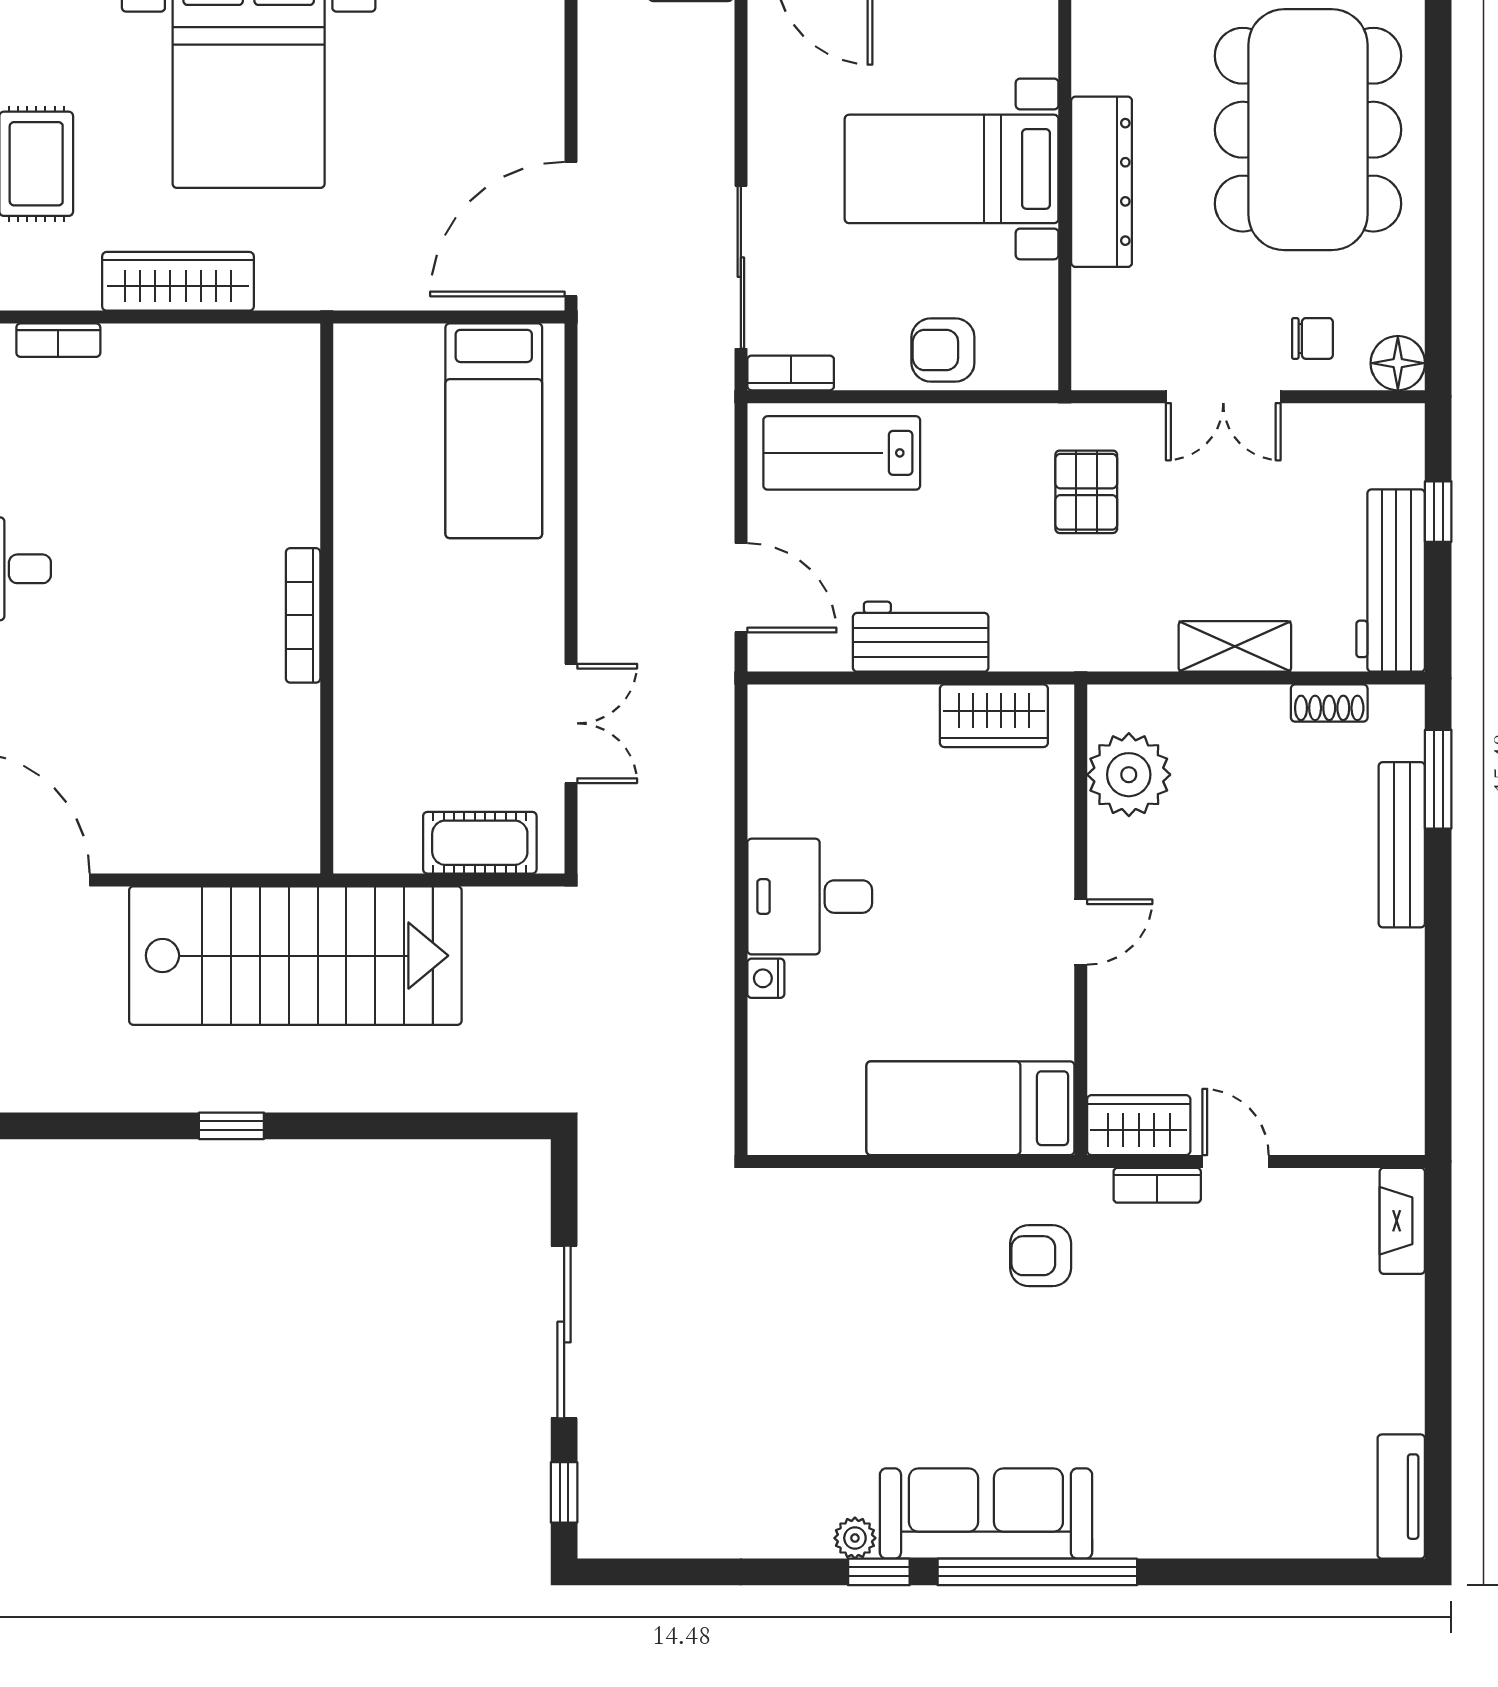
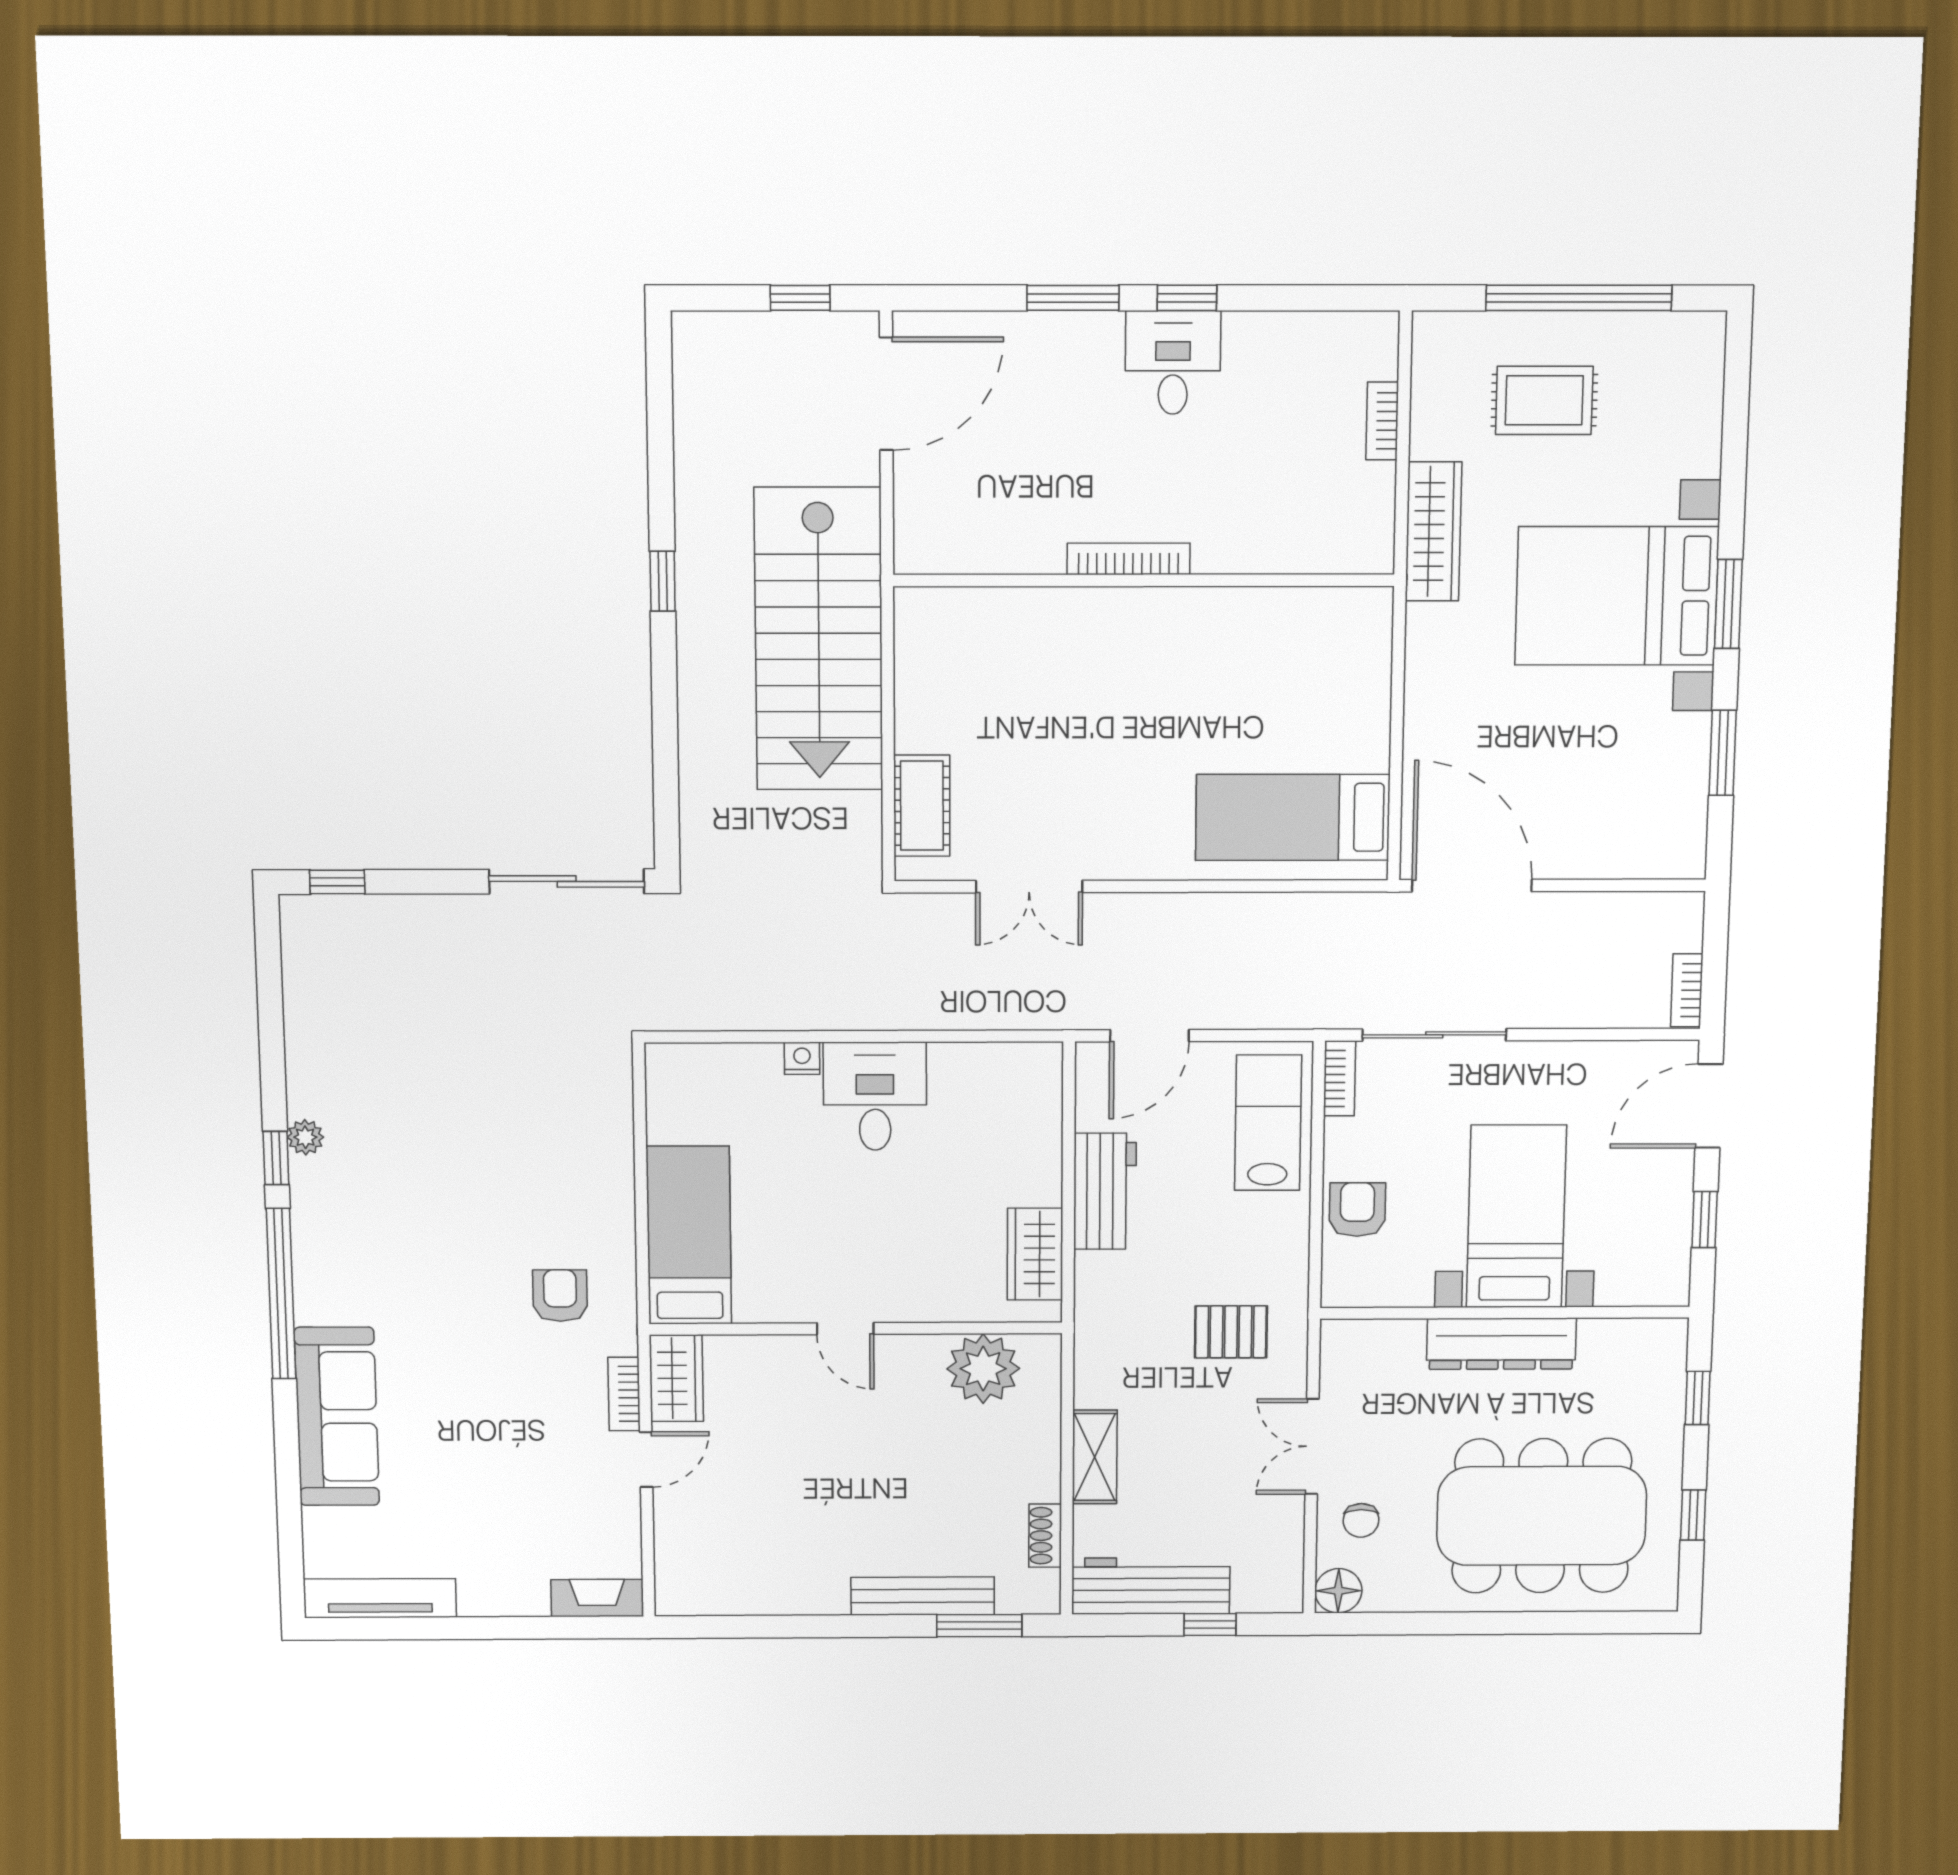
wall: (327, 598) -> (1144, 580), moved
bookcase: (303, 615) -> (1129, 559), moved
sliding door: (564, 1332) -> (567, 881), moved
tv unit: (1401, 1497) -> (380, 1598), width x1.41
sofa: (986, 1514) -> (337, 1417), moved

